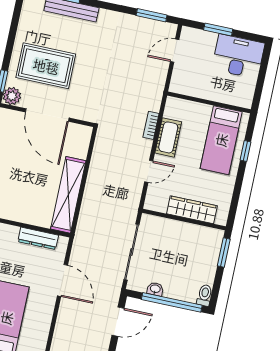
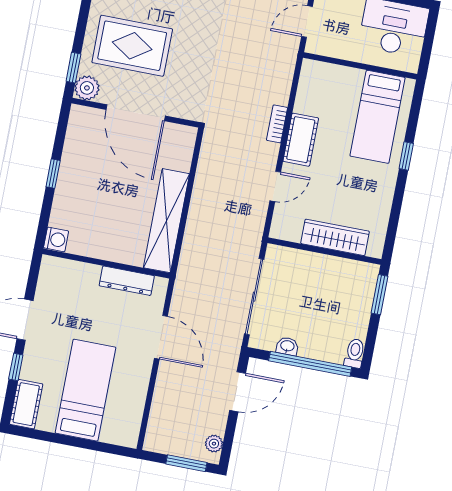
wall: (209, 102) -> (360, 66), moved
bed: (221, 140) -> (378, 117), moved

